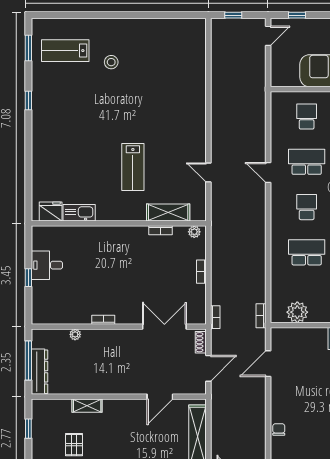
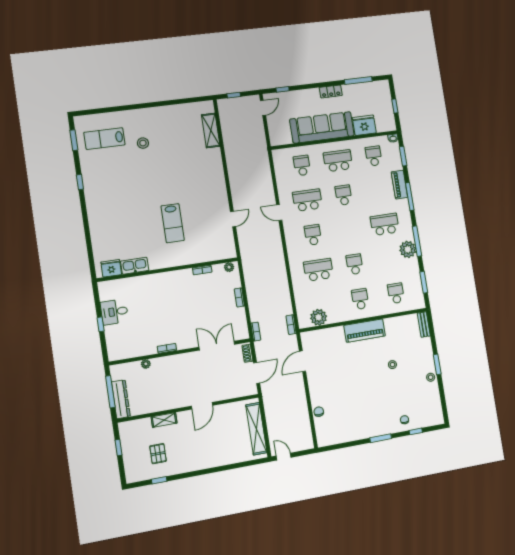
door: (208, 172) -> (233, 219), swing flipped
shelving: (168, 213) -> (211, 130), moved, turned 90
door: (160, 397) -> (202, 406), moved

